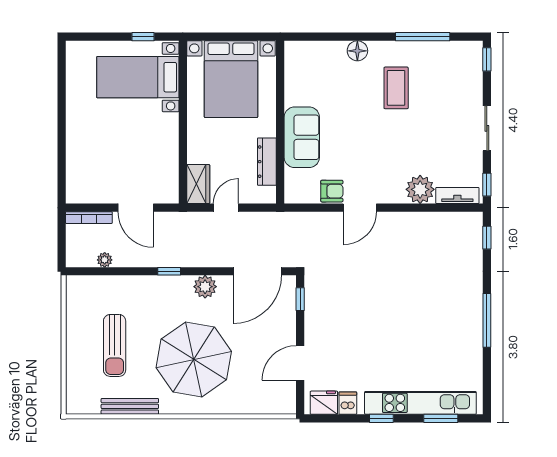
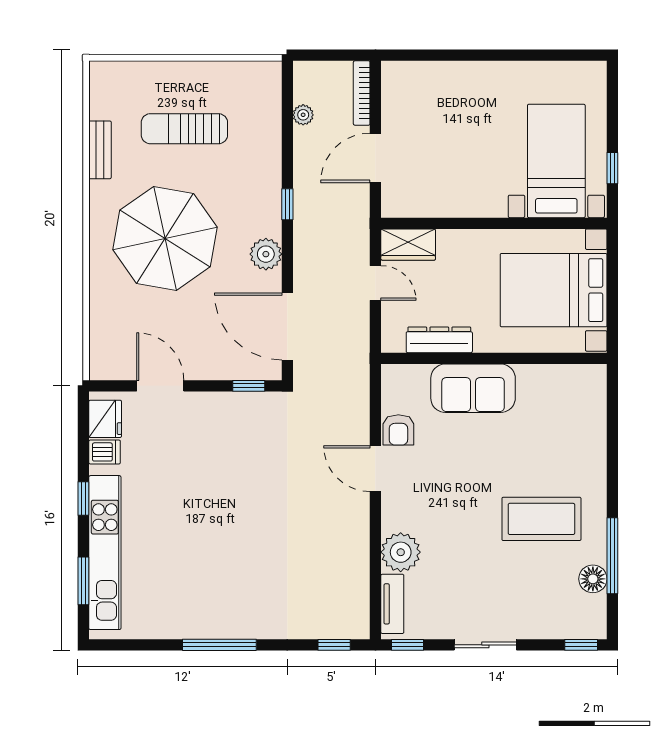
floor lamp: (357, 51) -> (593, 579), moved
coffee table: (396, 88) -> (541, 519), width x1.36, depth x1.32
bench: (130, 406) -> (100, 150), width x0.73

